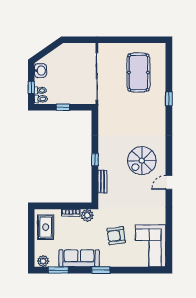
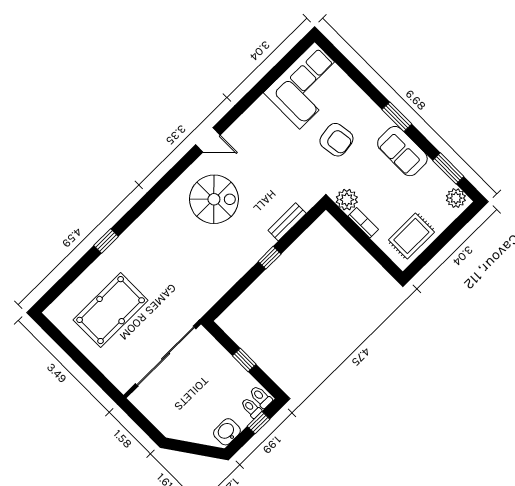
sofa: (79, 258) -> (402, 151), width x0.73

